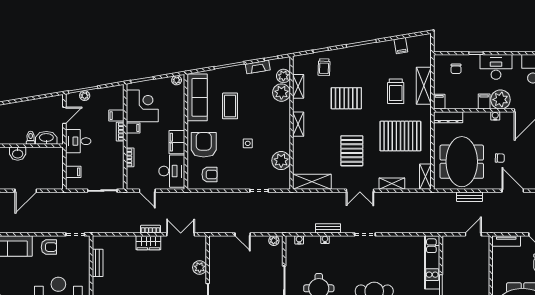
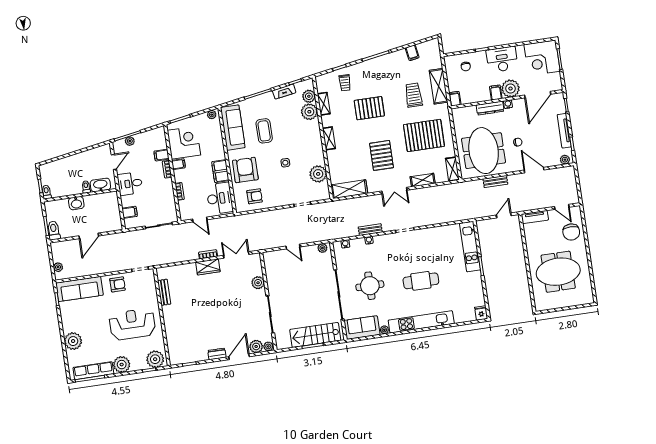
trolley: (396, 91) -> (414, 95), turned 180
dresser: (448, 117) -> (490, 108), moved

